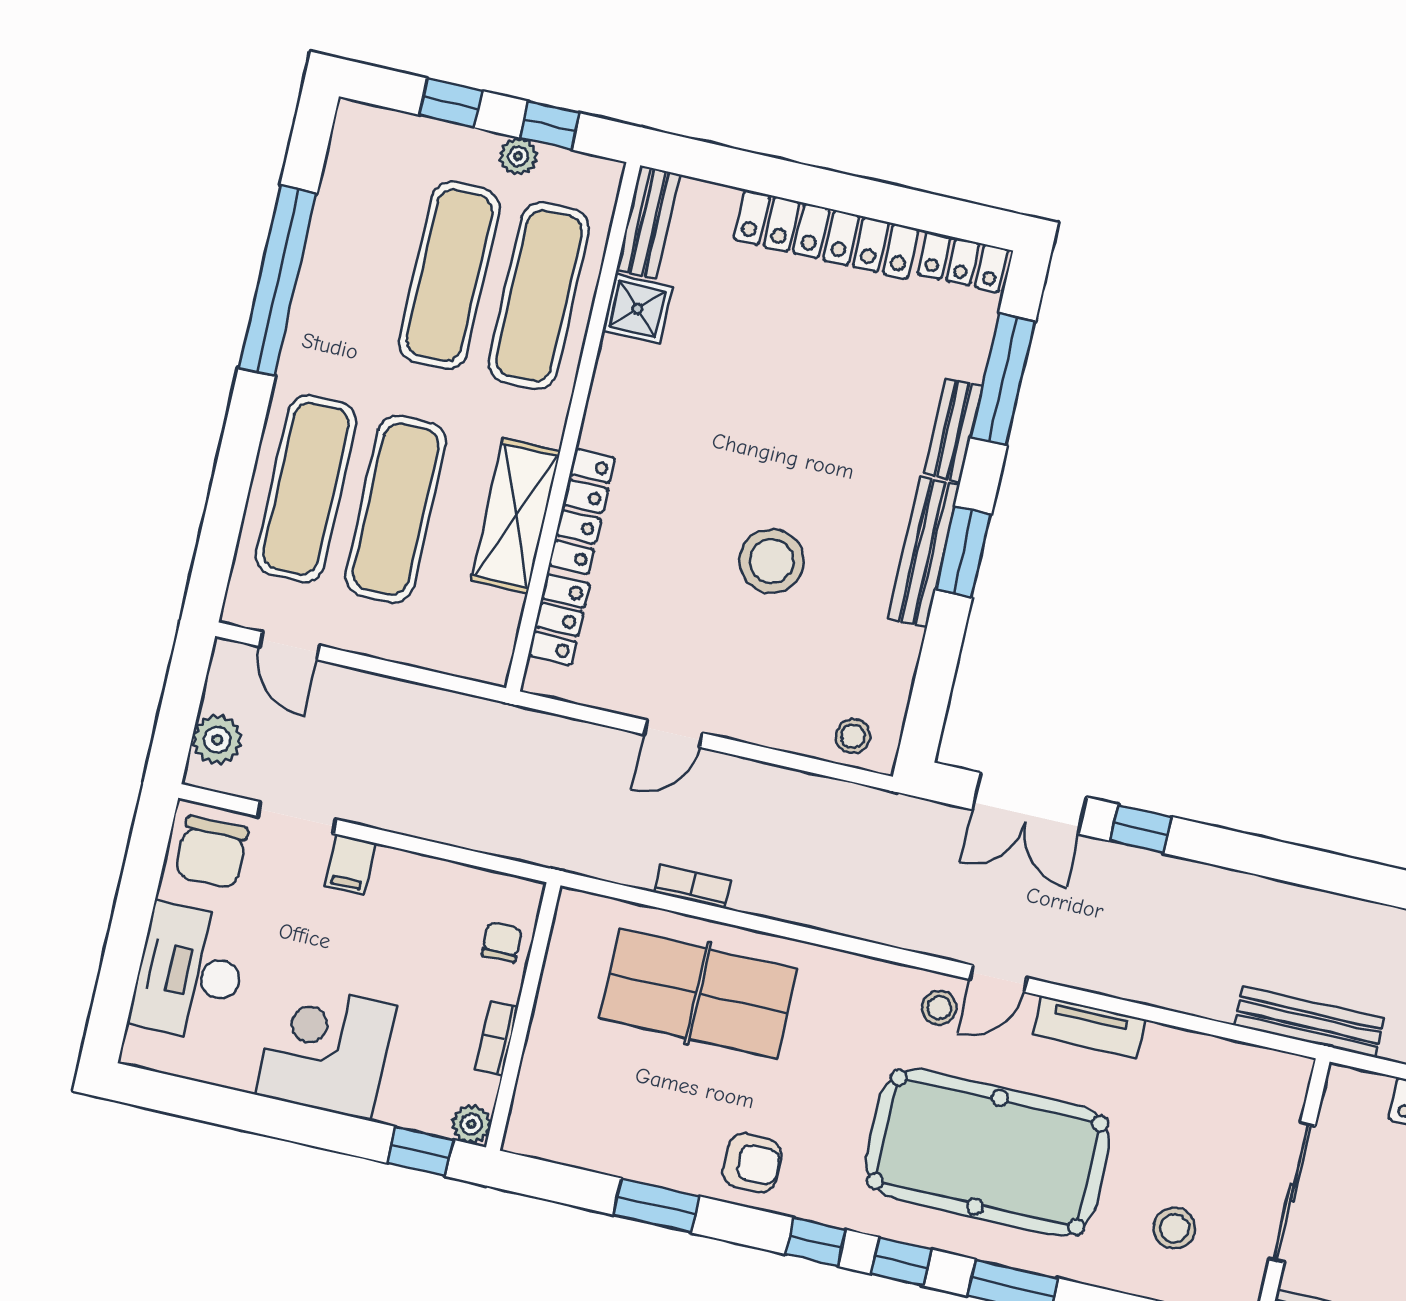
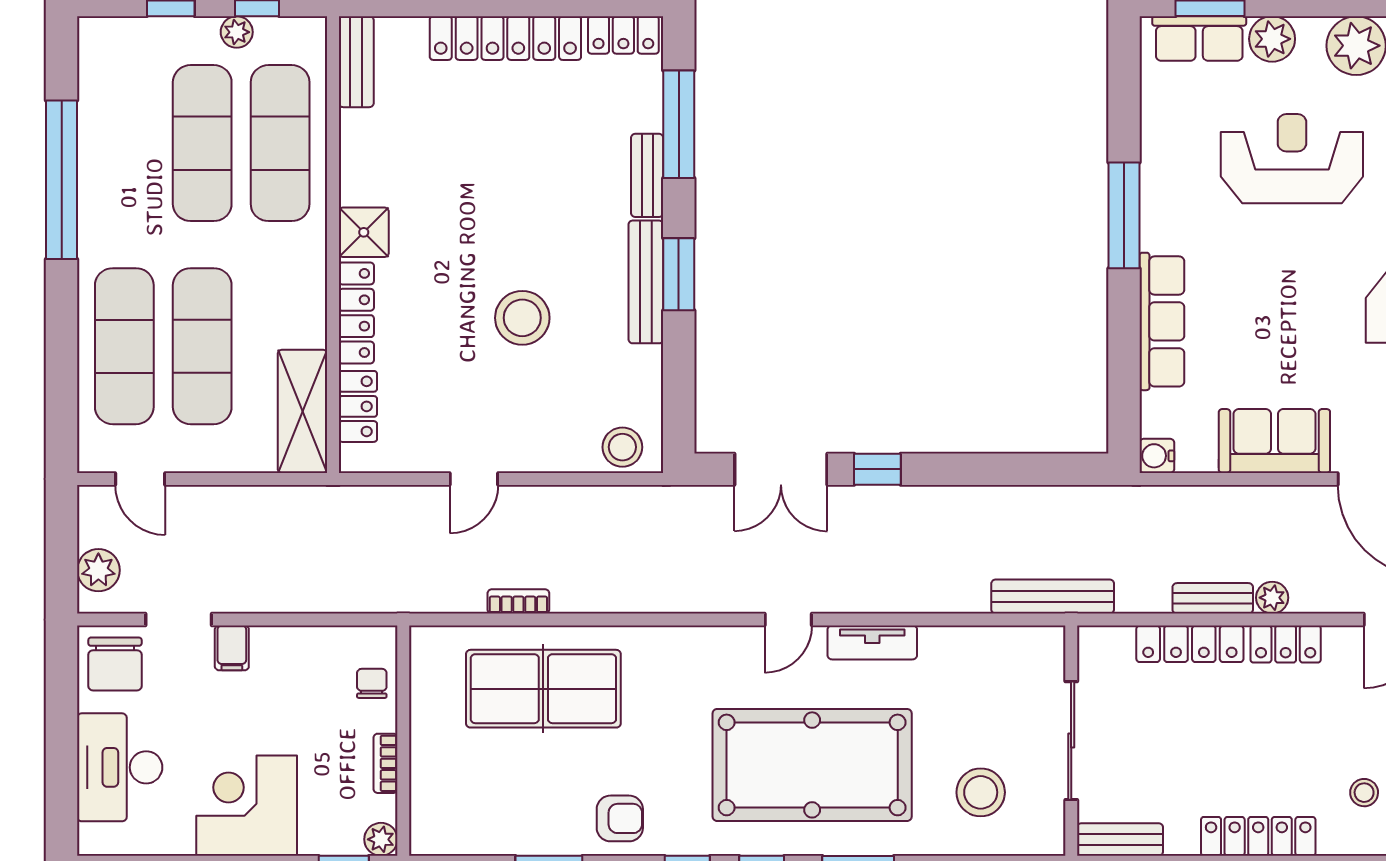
shower: (637, 309) -> (364, 232), moved
shelving: (516, 516) -> (302, 411), moved
stool: (853, 736) -> (622, 447), width x1.37, depth x1.37
stool: (939, 1008) -> (745, 655), removed
stool: (1174, 1228) -> (981, 792), width x1.38, depth x1.38

